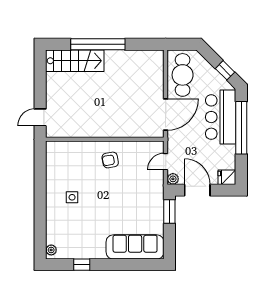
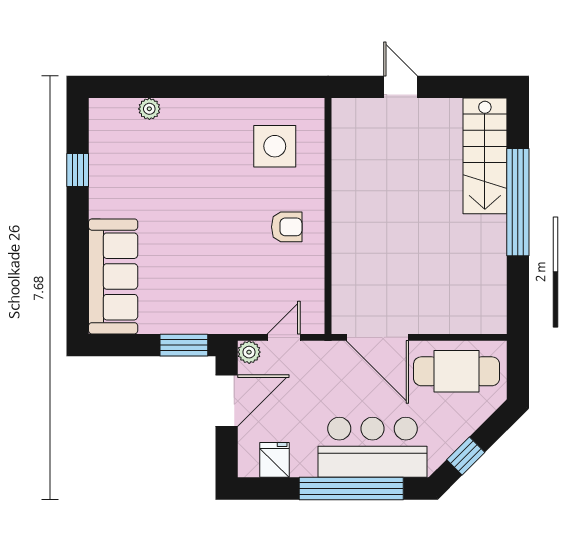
door: (40, 117) -> (400, 87), moved
armchair: (110, 160) -> (287, 227), turned 100
door: (166, 162) -> (284, 337), hinge flipped
fridge: (227, 177) -> (274, 460), moved
side table: (72, 197) -> (275, 146), moved, width x1.87, depth x1.87
plant: (51, 250) -> (149, 109), moved

